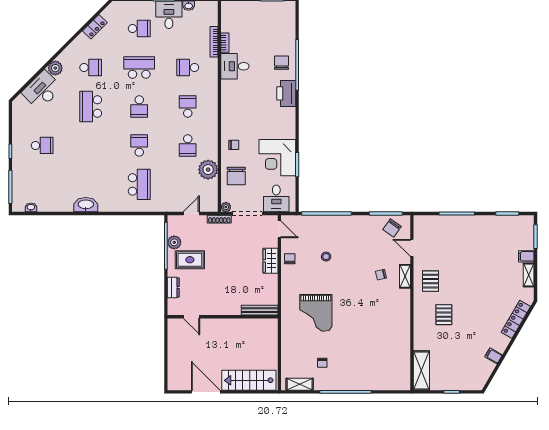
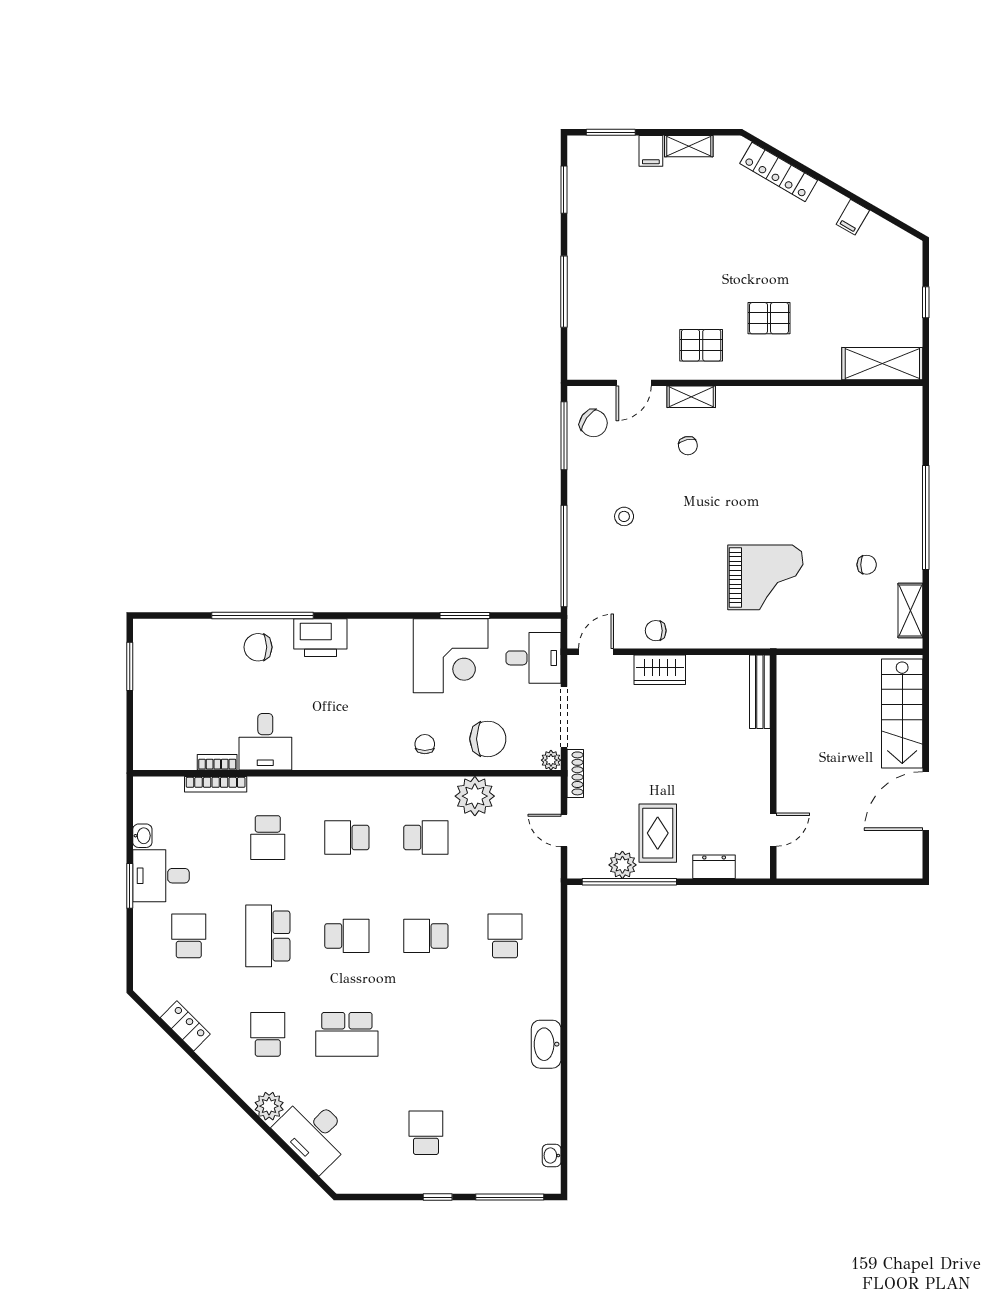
school desk: (139, 184) -> (505, 936), width x0.54
stool: (326, 257) -> (624, 516), moved

